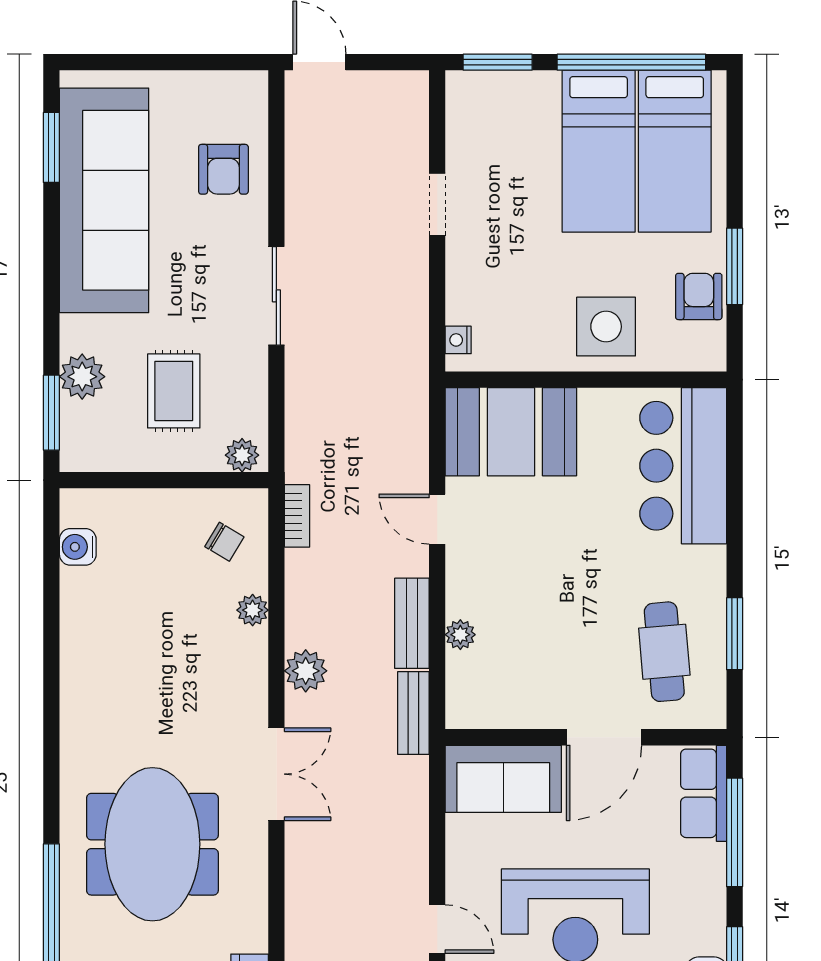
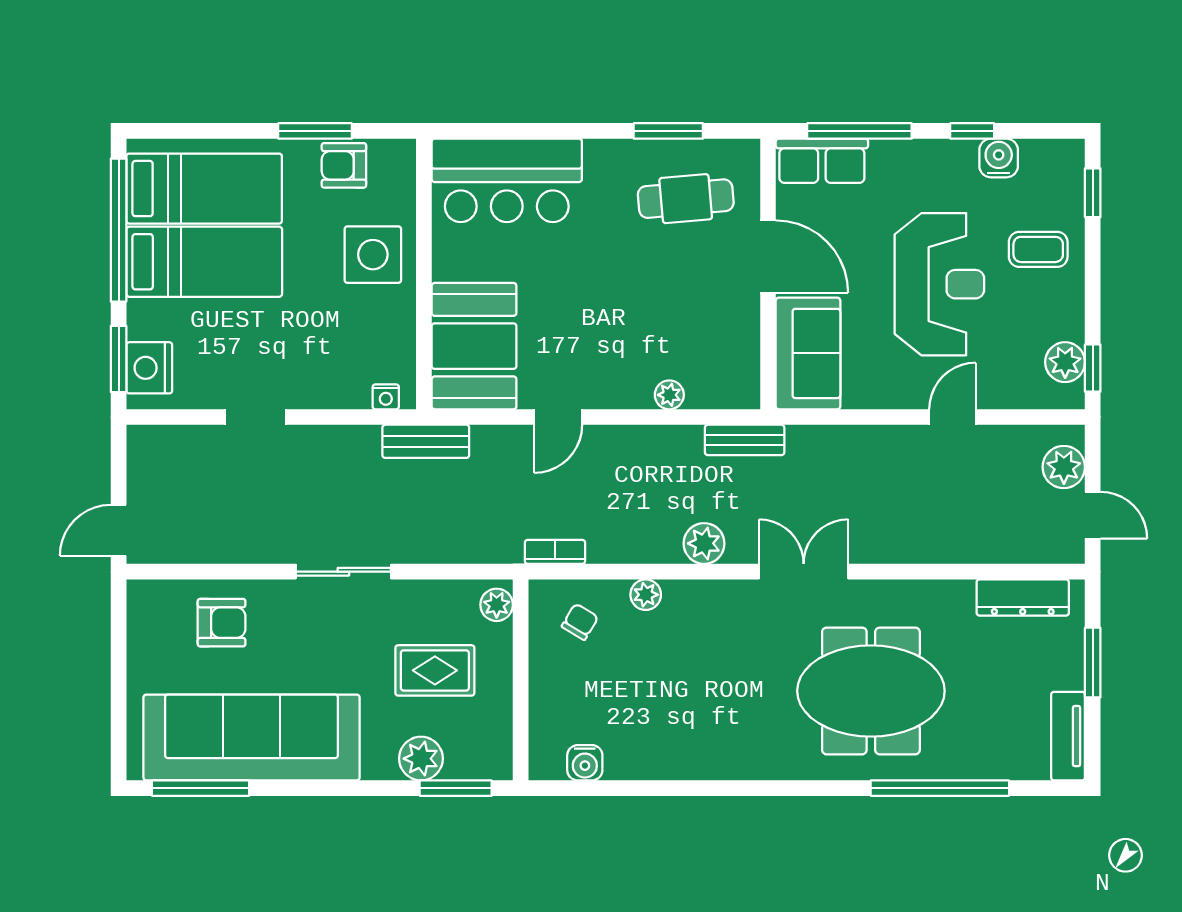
nightstand: (488, 94) -> (149, 368), added
window: (51, 147) -> (201, 788), width x1.44
bench: (412, 623) -> (426, 441), moved

